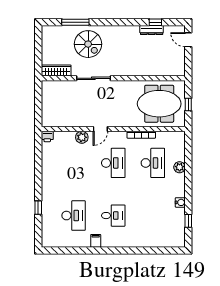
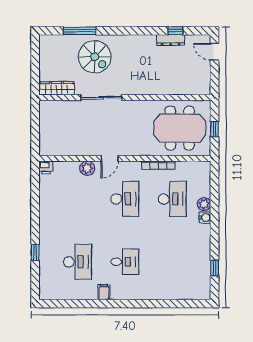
water cooler: (180, 202) -> (205, 218), moved

